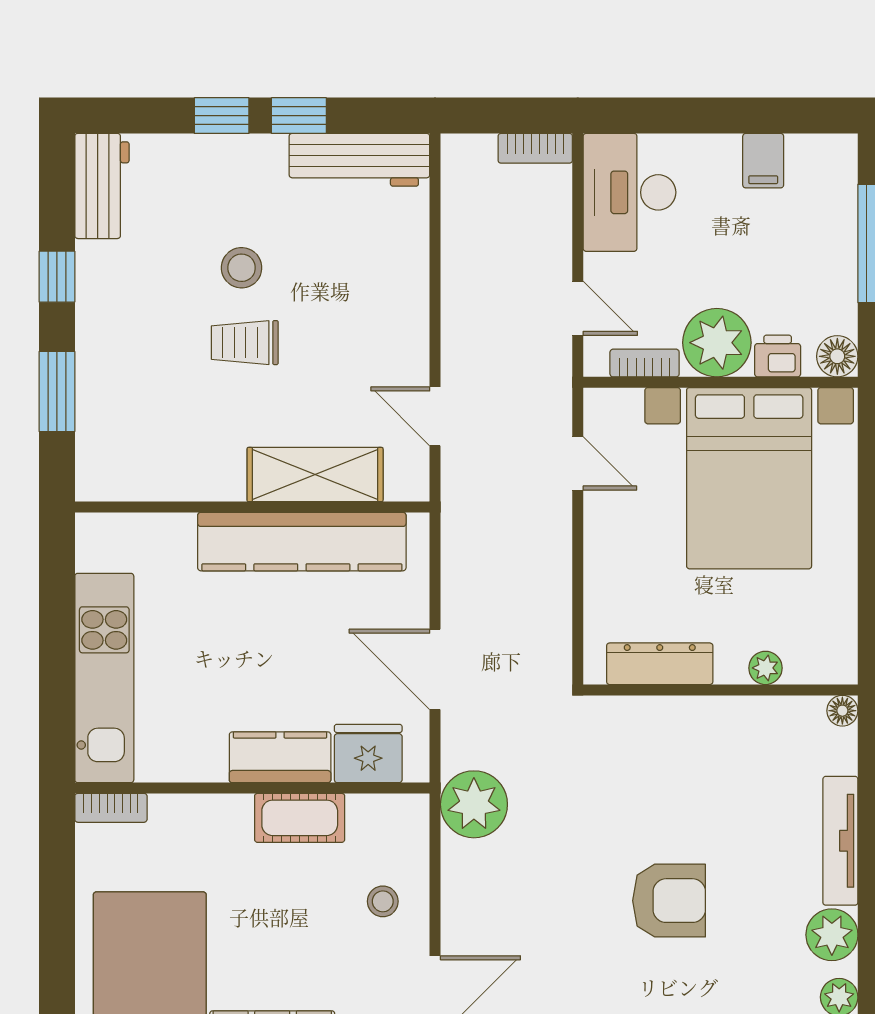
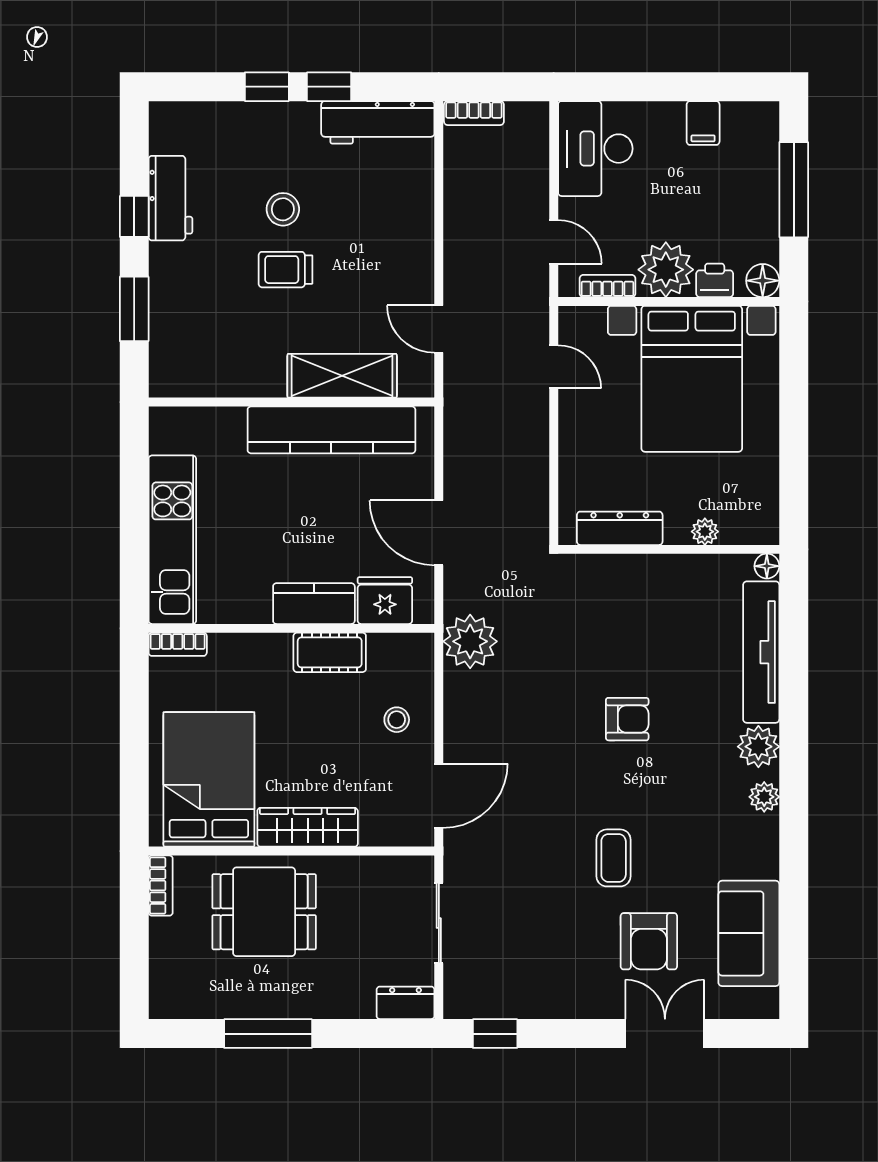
bookcase: (535, 148) -> (474, 113), moved
workbench: (102, 186) -> (170, 198), moved
tv unit: (840, 841) -> (761, 652), width x1.36, depth x1.29
armchair: (669, 901) -> (627, 719), width x0.72, depth x0.72

